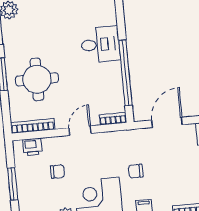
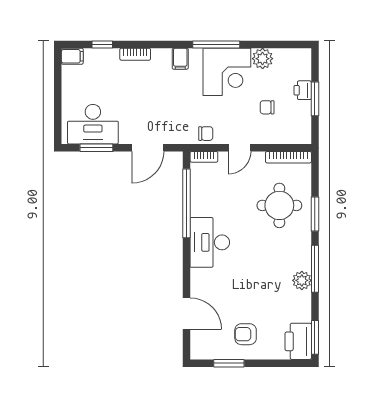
desk: (100, 44) -> (210, 242), width x1.37
printer: (32, 147) -> (303, 90), moved, turned -90
chair: (136, 171) -> (206, 134), moved

